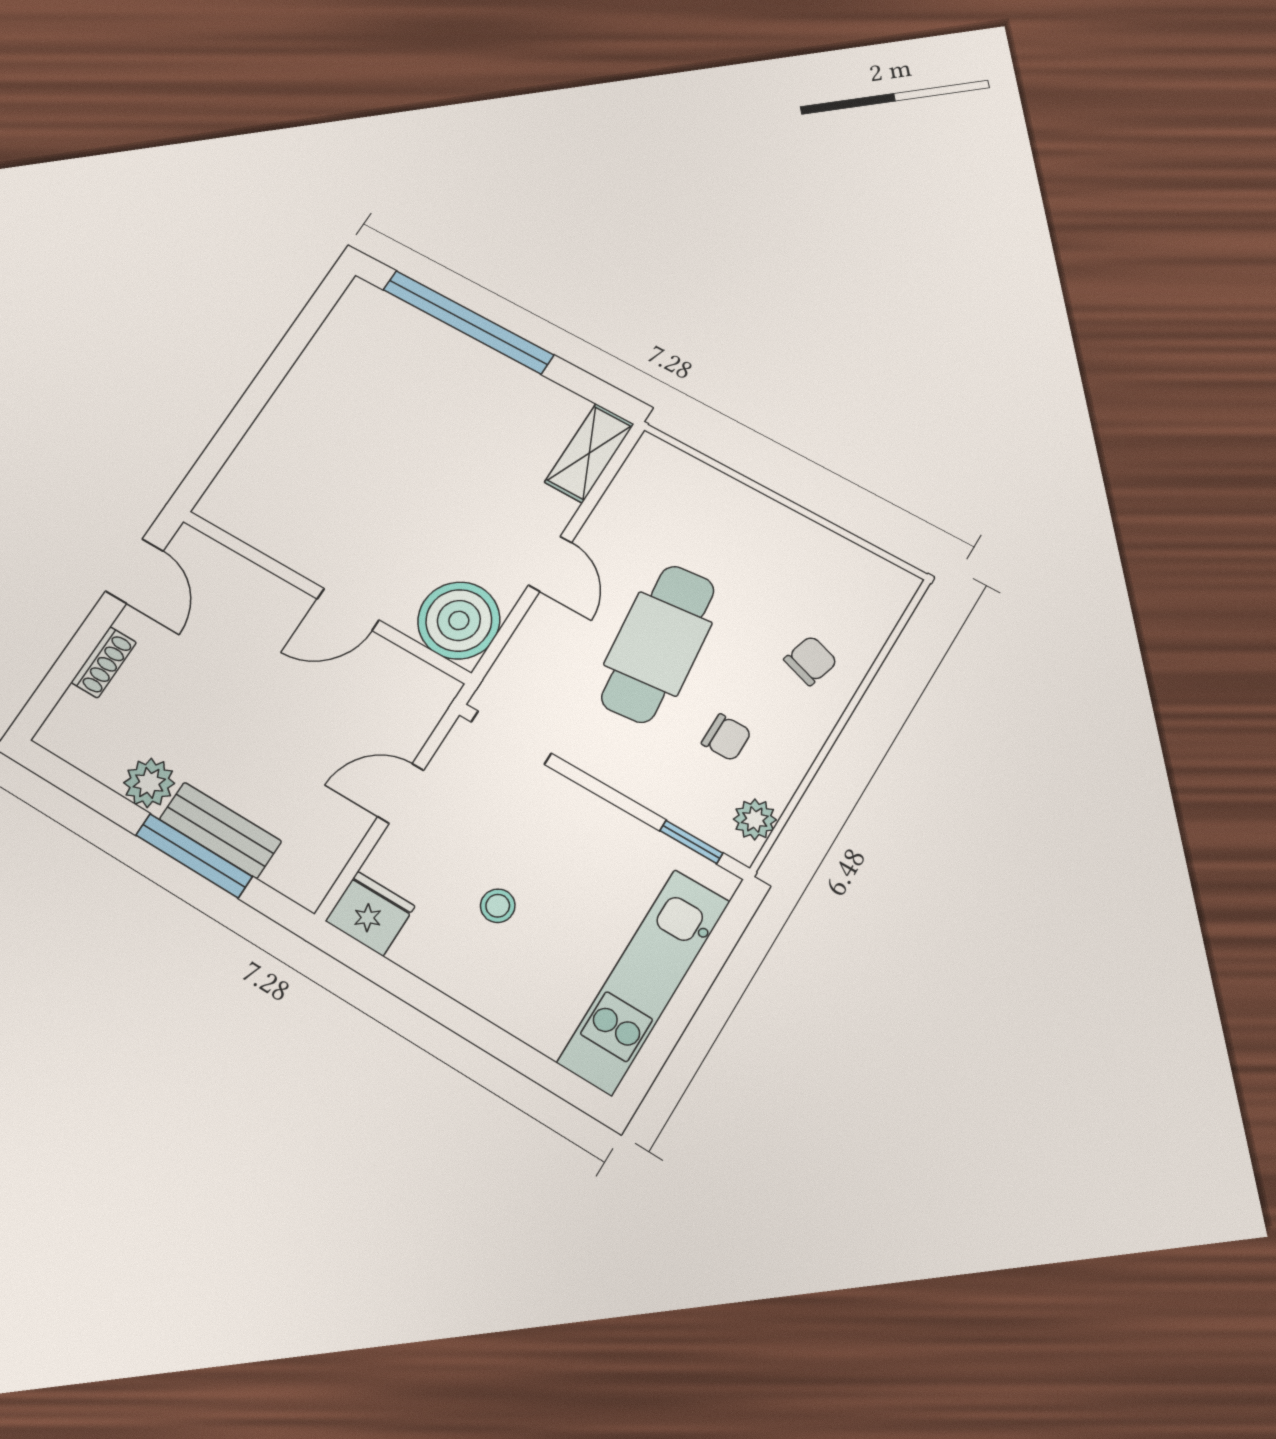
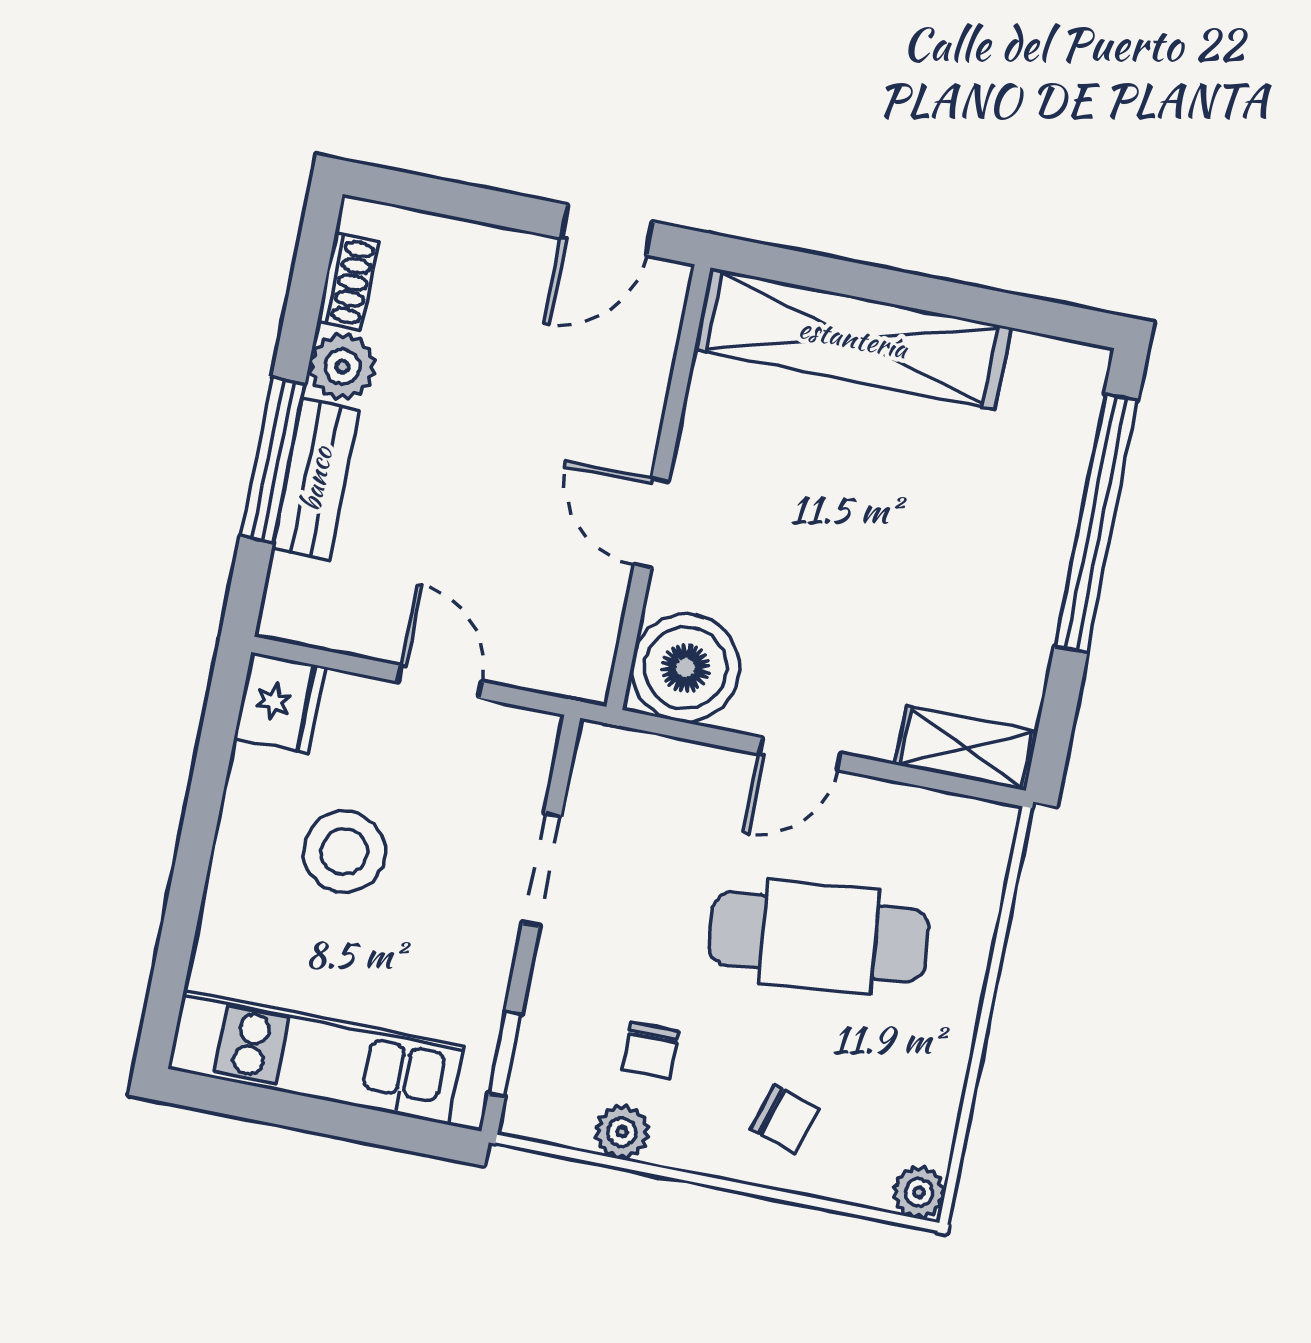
shelving: (278, 436) -> (853, 338), added
plant: (897, 586) -> (919, 1192), added
cafe table: (658, 644) -> (819, 937), moved
shoe rack: (104, 662) -> (348, 281), moved, turned -90
doorway: (511, 738) -> (542, 869), moved
plant: (755, 819) -> (622, 1132), moved
stool: (498, 906) -> (344, 852), width x1.89, depth x1.89

